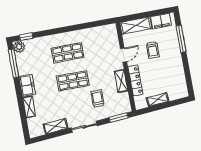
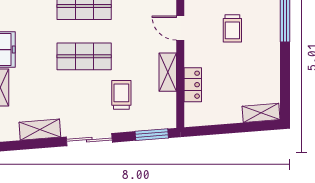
door: (124, 55) -> (180, 28), swing flipped
locker: (135, 80) -> (193, 85), width x0.66
shelving: (158, 100) -> (261, 113), moved

